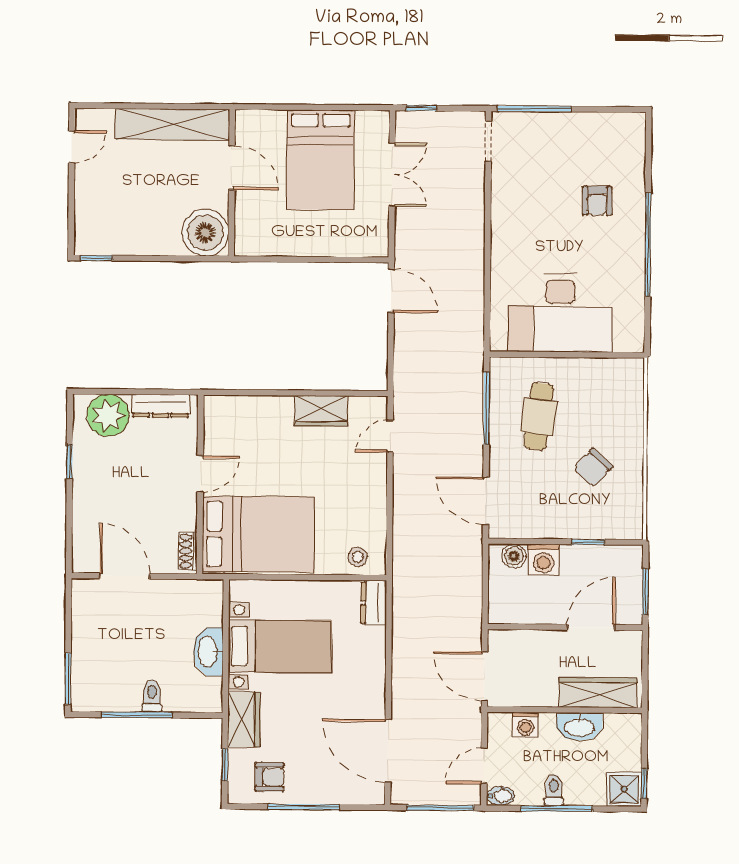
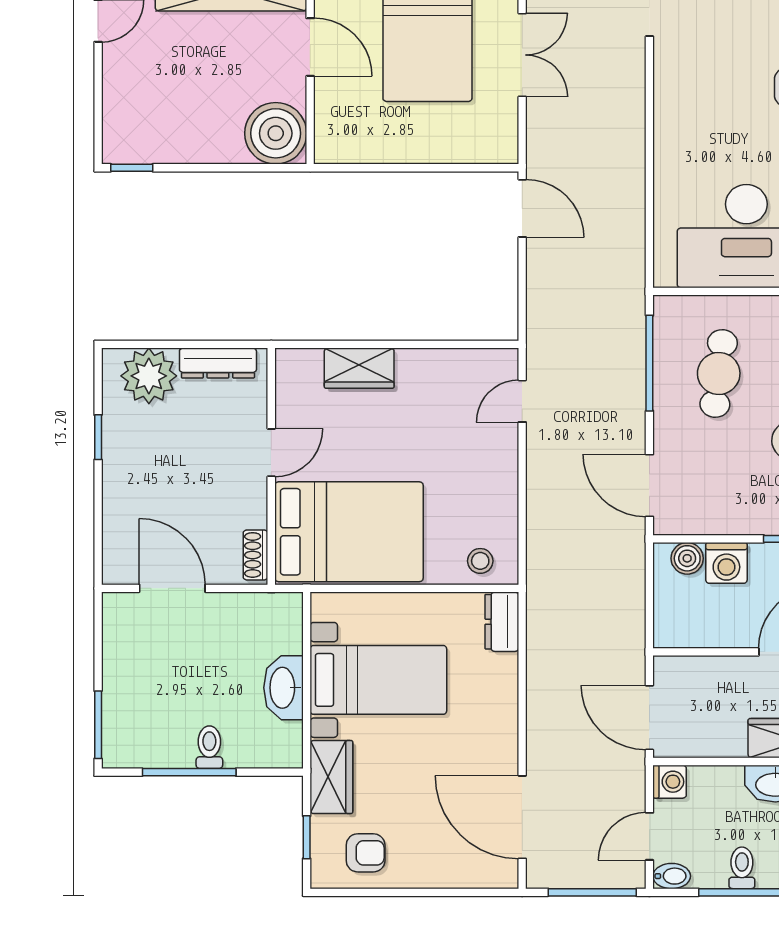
wardrobe: (321, 411) -> (359, 368), moved
washing machine: (526, 725) -> (670, 782), moved, turned -90
window: (304, 807) -> (411, 892), removed

